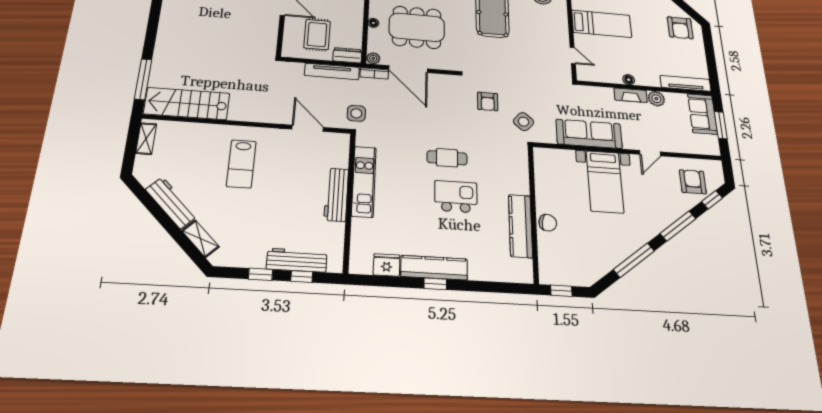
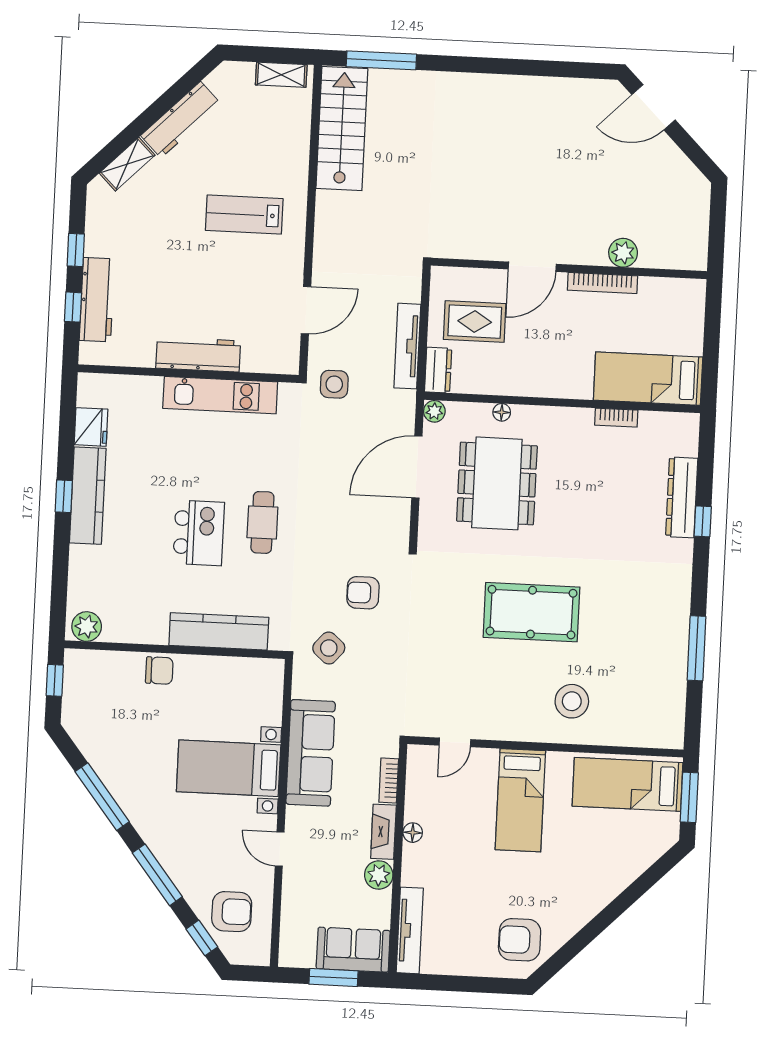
bookcase: (374, 73) -> (389, 781), moved
chair: (548, 223) -> (159, 671), turned -98
kitchen counter: (520, 226) -> (219, 631), moved
plant: (523, 269) -> (87, 627), added

